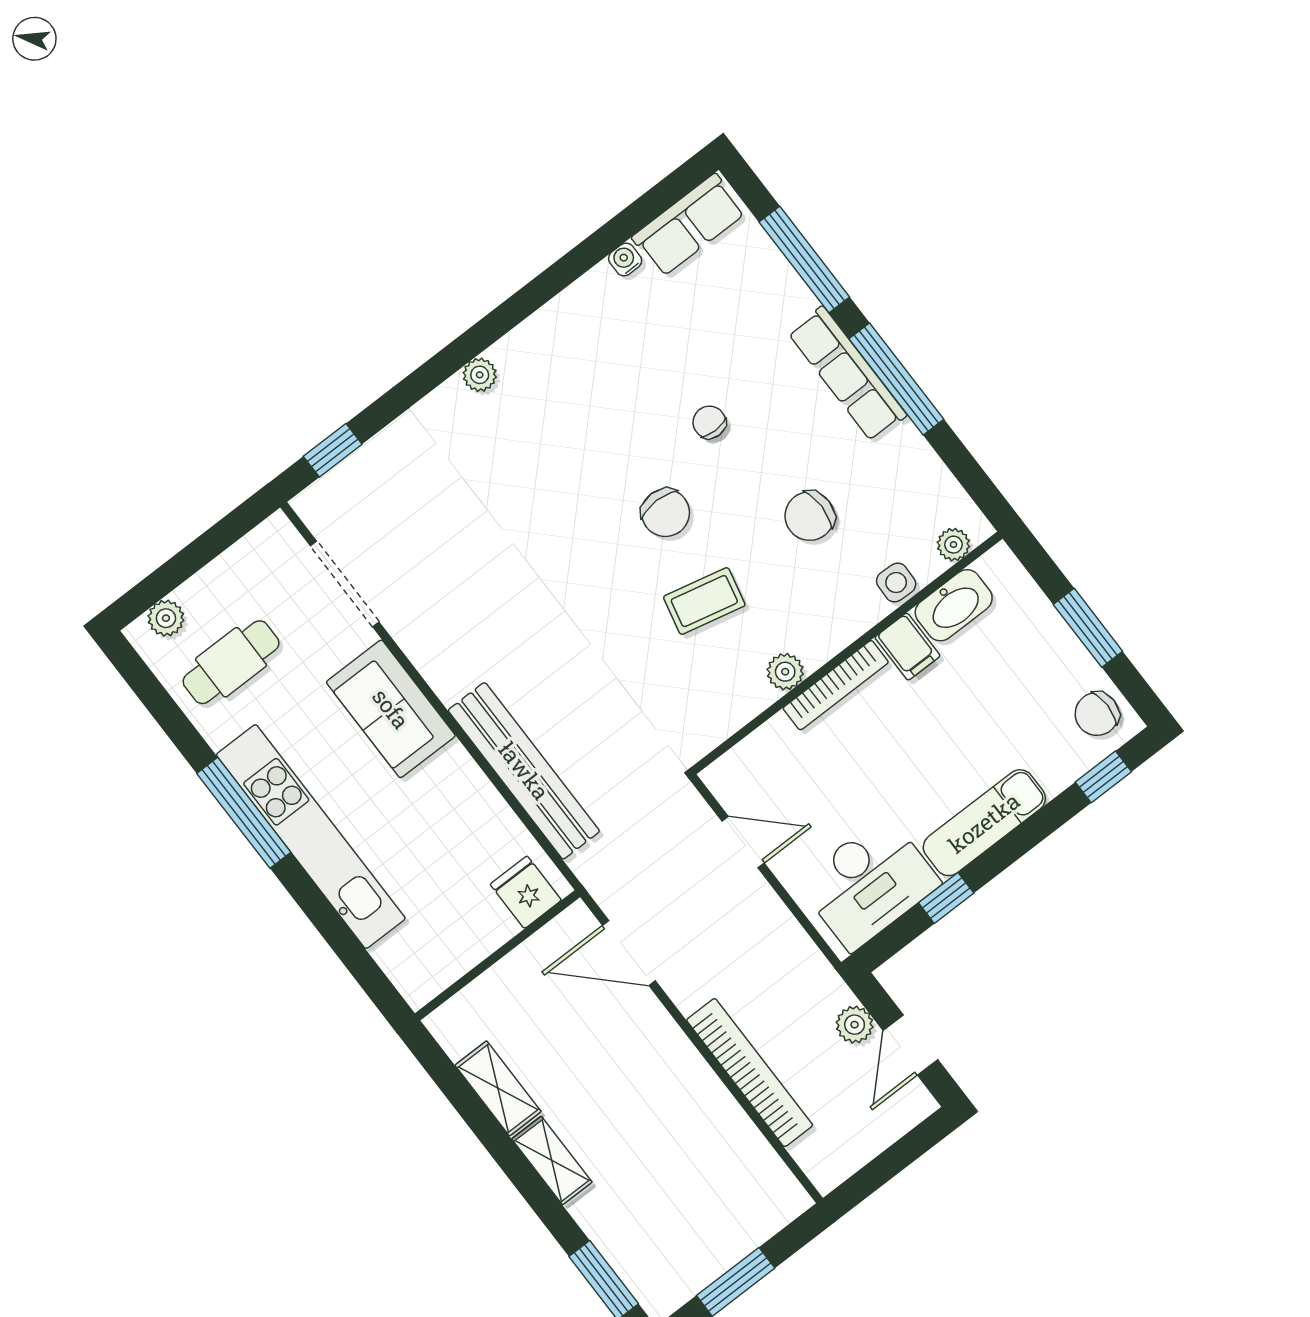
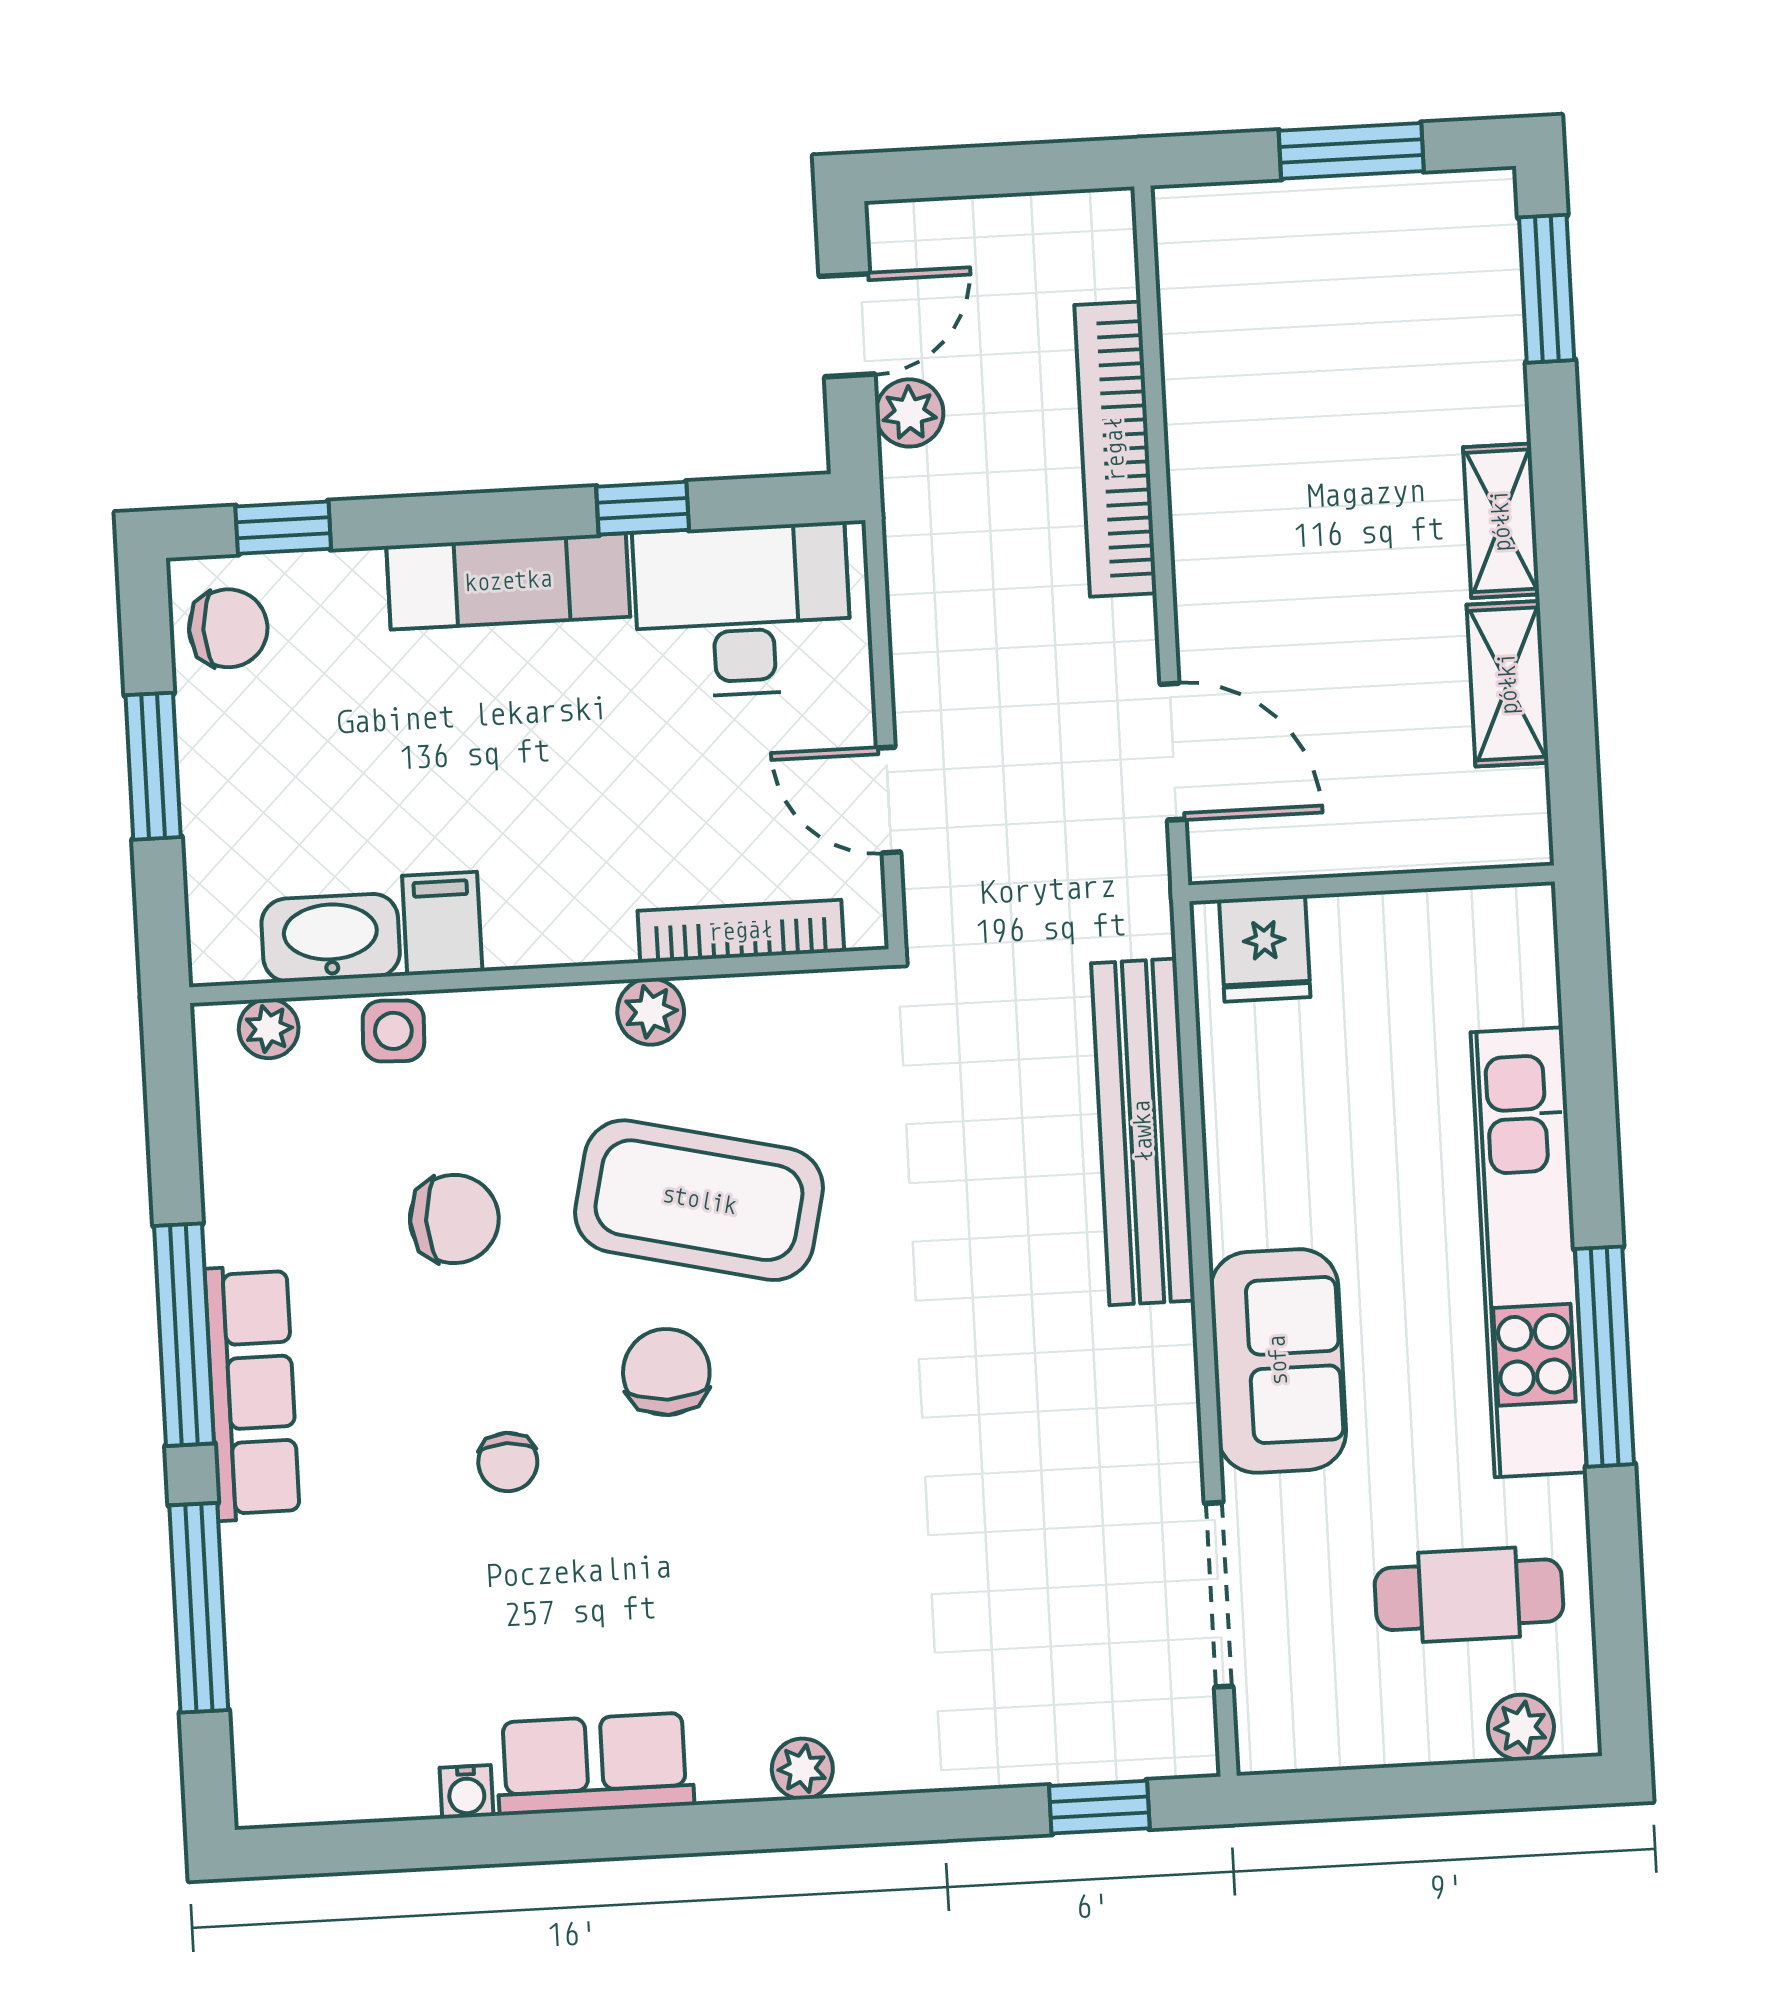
row of seats: (689, 225) -> (595, 1764), moved
coffee table: (704, 601) -> (699, 1200), width x1.86, depth x1.72
bookcase: (836, 685) -> (741, 931), moved

